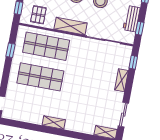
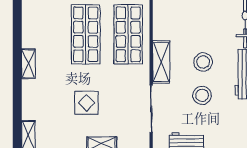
pallet: (38, 15) -> (168, 16), removed
display table: (90, 86) -> (86, 103), added

